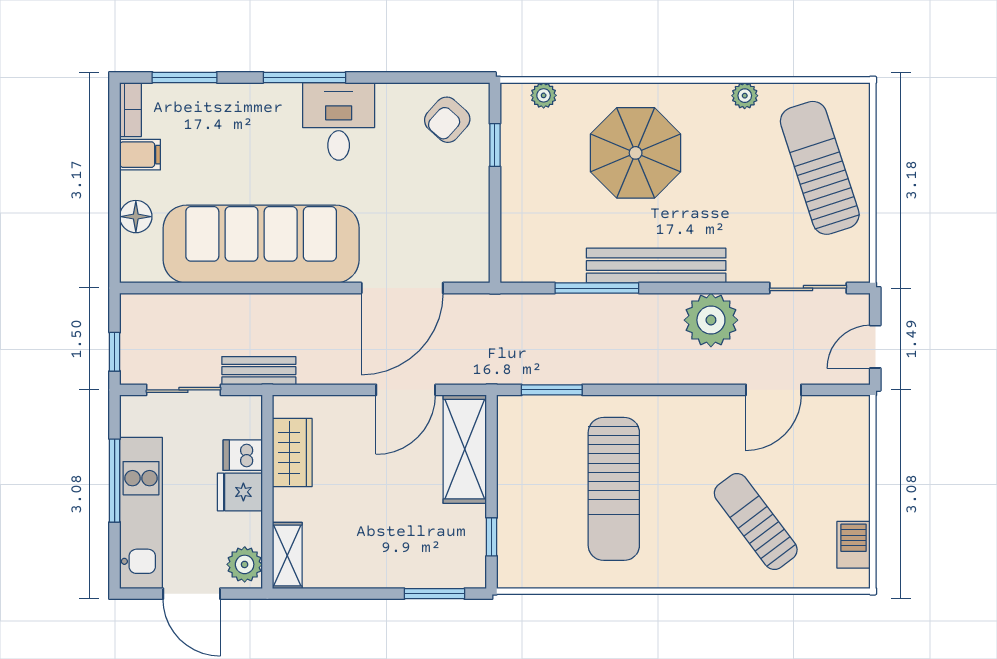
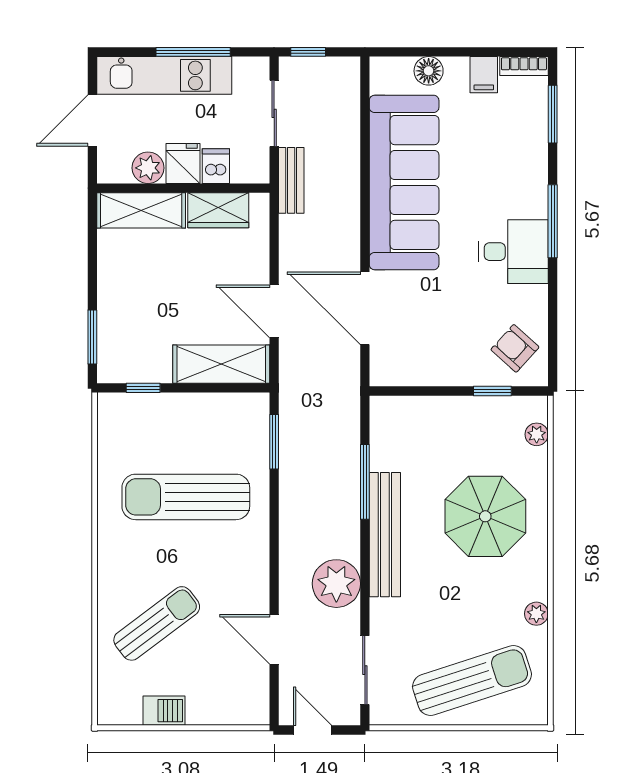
barbecue: (854, 545) -> (164, 711), moved
shelving: (287, 555) -> (141, 210), width x1.50, depth x1.33
plant: (245, 564) -> (148, 168), moved

